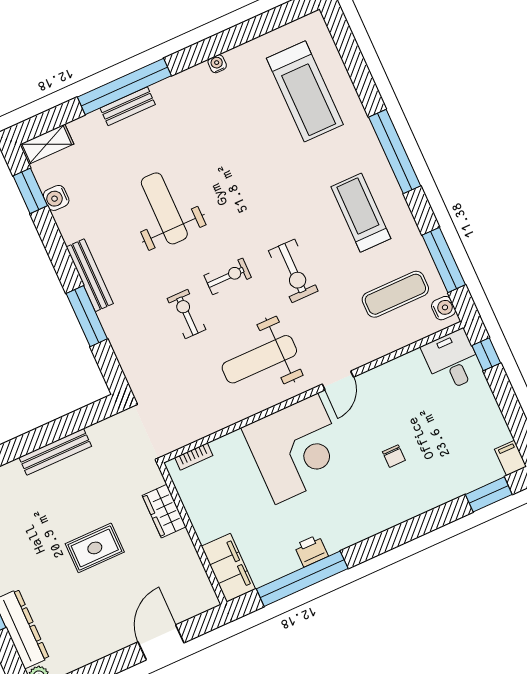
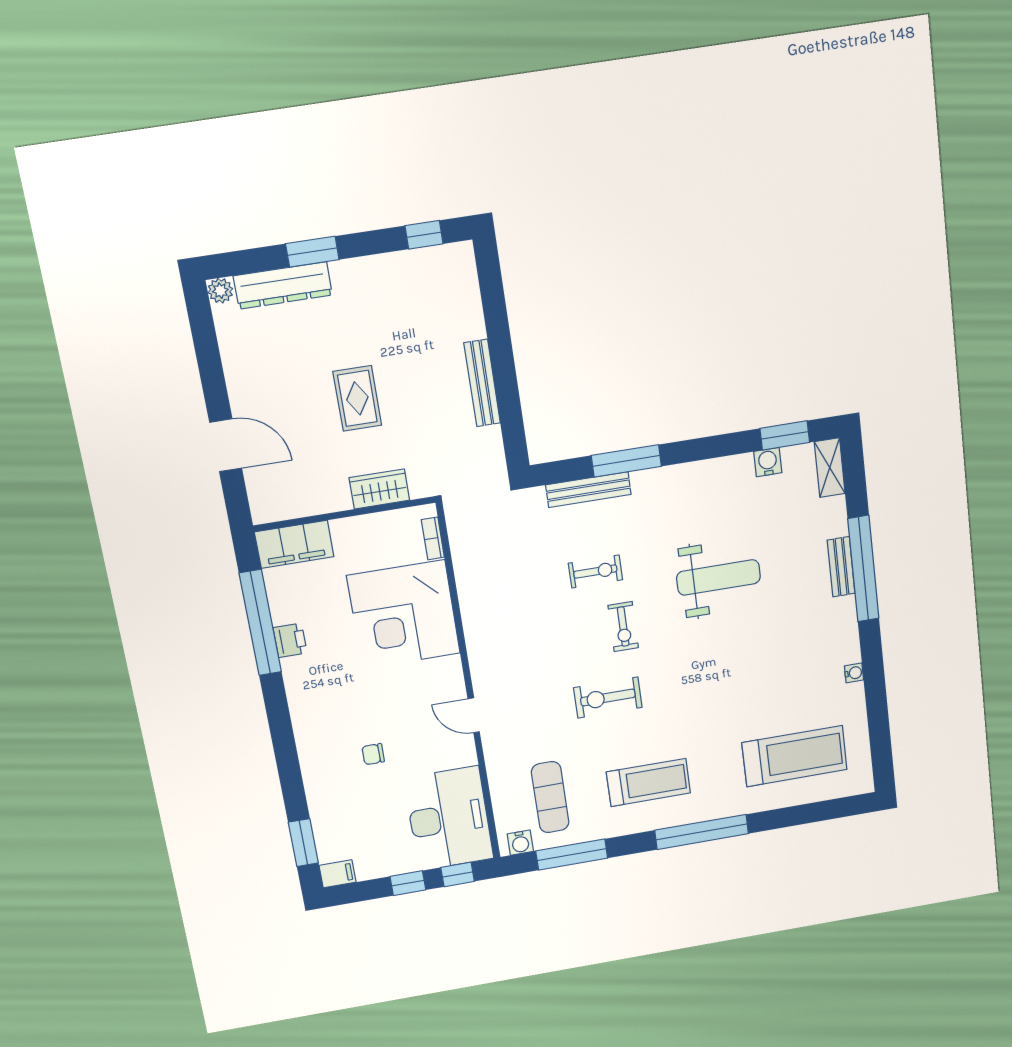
treadmill: (305, 91) -> (795, 756), turned 180
bench: (90, 275) -> (588, 490), moved
weight bench: (259, 359) -> (522, 638), removed
desk: (452, 360) -> (449, 819), width x1.87, depth x1.30
window: (505, 395) -> (408, 883), added
corner desk: (297, 449) -> (404, 614), moved

